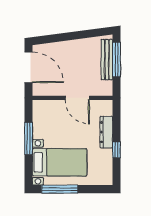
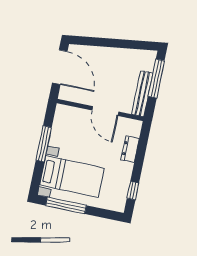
bench: (107, 60) -> (142, 94), moved
dresser: (106, 132) -> (130, 149), width x0.70
window: (116, 150) -> (133, 191), moved

